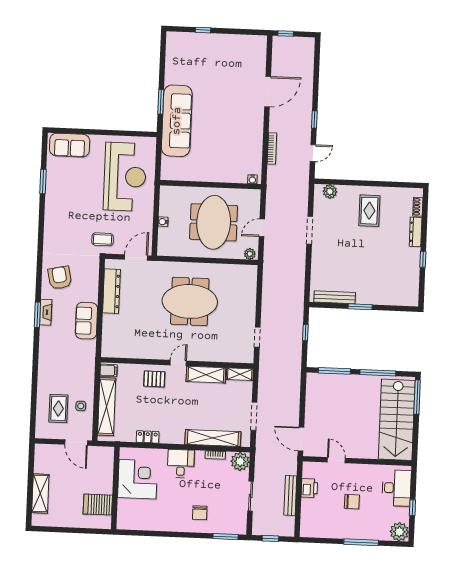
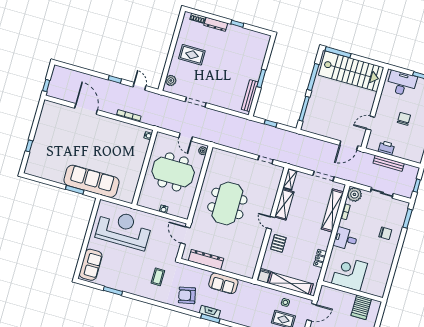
coffee table: (103, 239) -> (158, 277), moved

